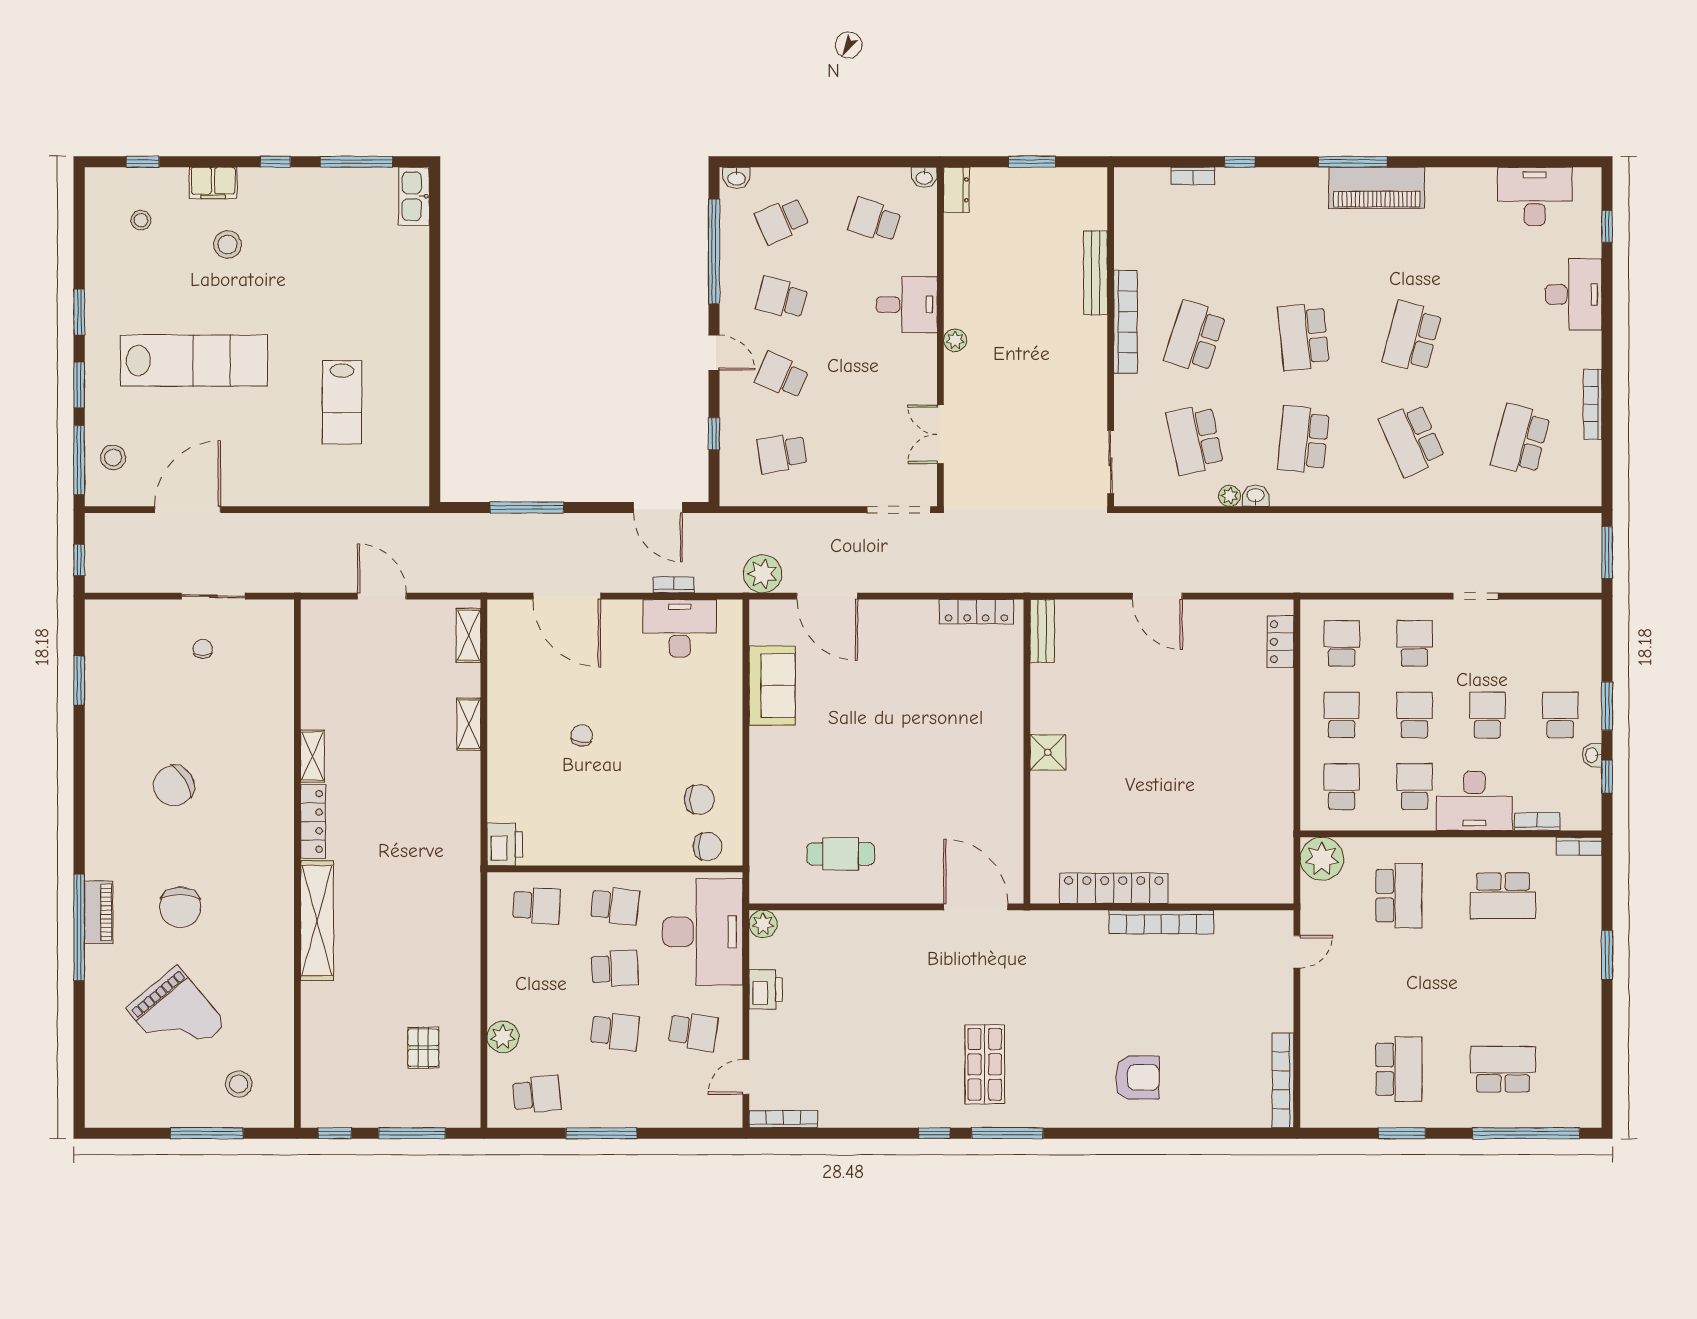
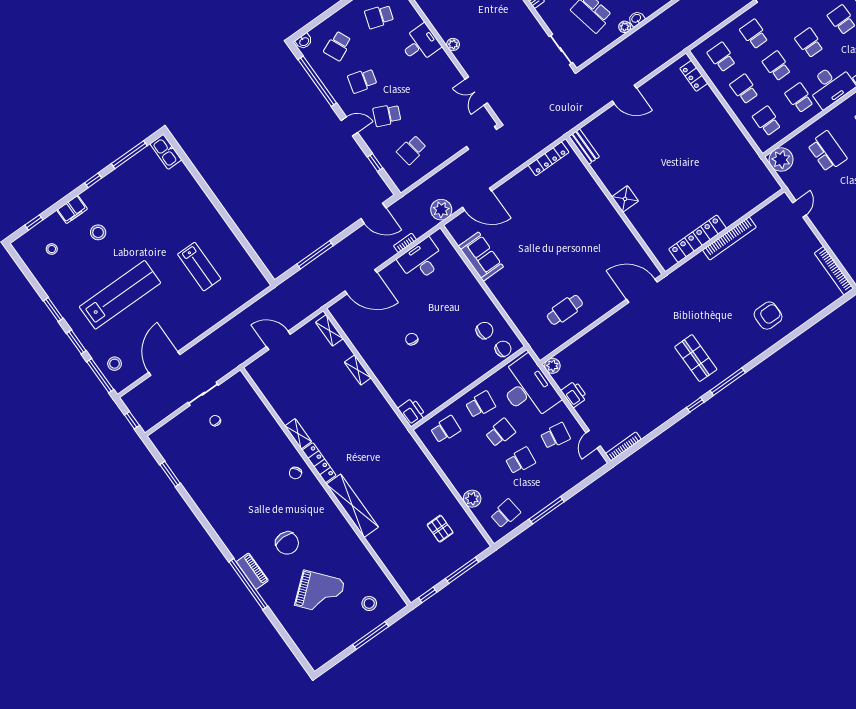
chair: (174, 786) -> (295, 473), moved, width x0.54, depth x0.54

